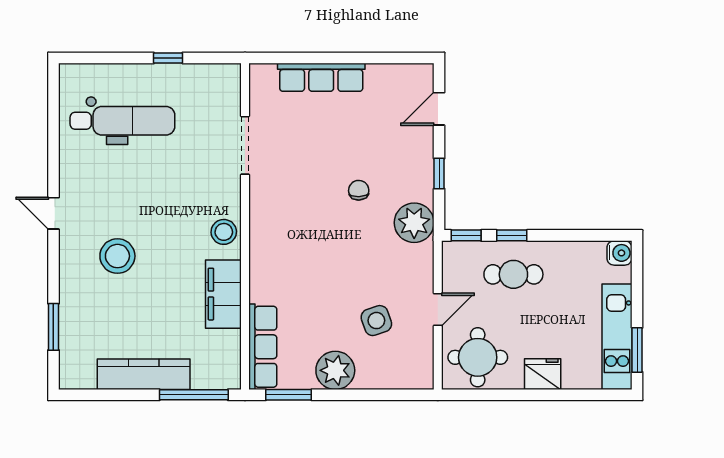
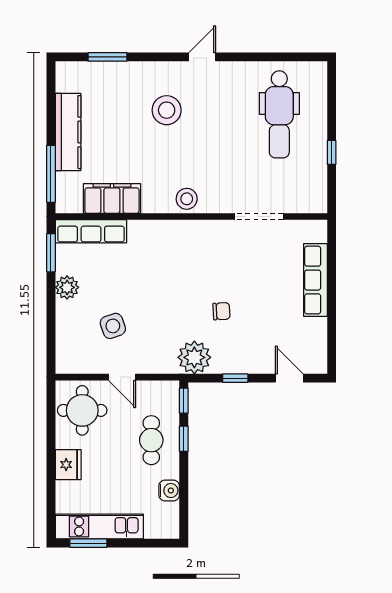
water cooler: (619, 253) -> (169, 491), moved, turned -90
filing cabinet: (223, 294) -> (112, 198), moved
plant: (335, 370) -> (67, 287), width x0.73, depth x0.73

